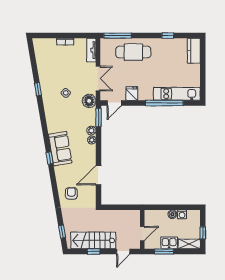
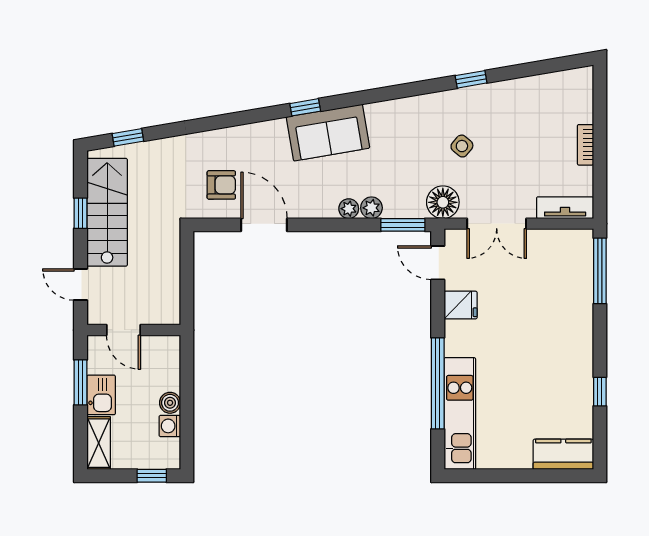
cafe table: (133, 52) -> (560, 309), removed
armchair: (71, 193) -> (221, 185), moved
window: (203, 233) -> (152, 476), moved

